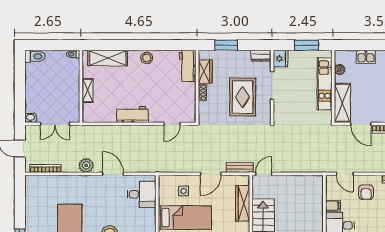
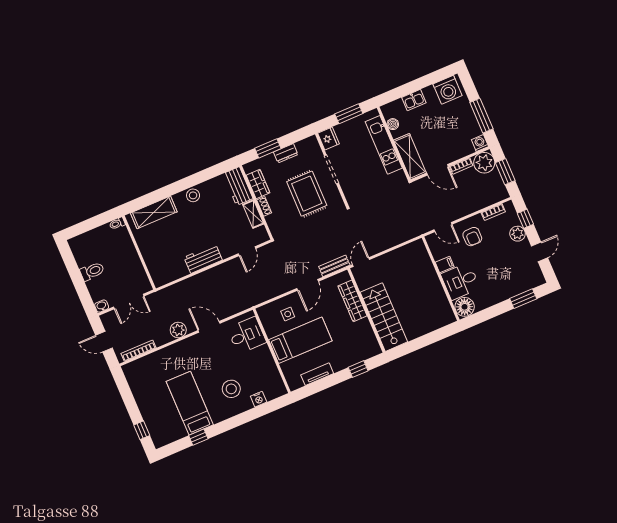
toilet: (35, 56) -> (92, 271), moved
dresser: (261, 56) -> (286, 153), moved
shelving: (88, 91) -> (253, 214), moved

